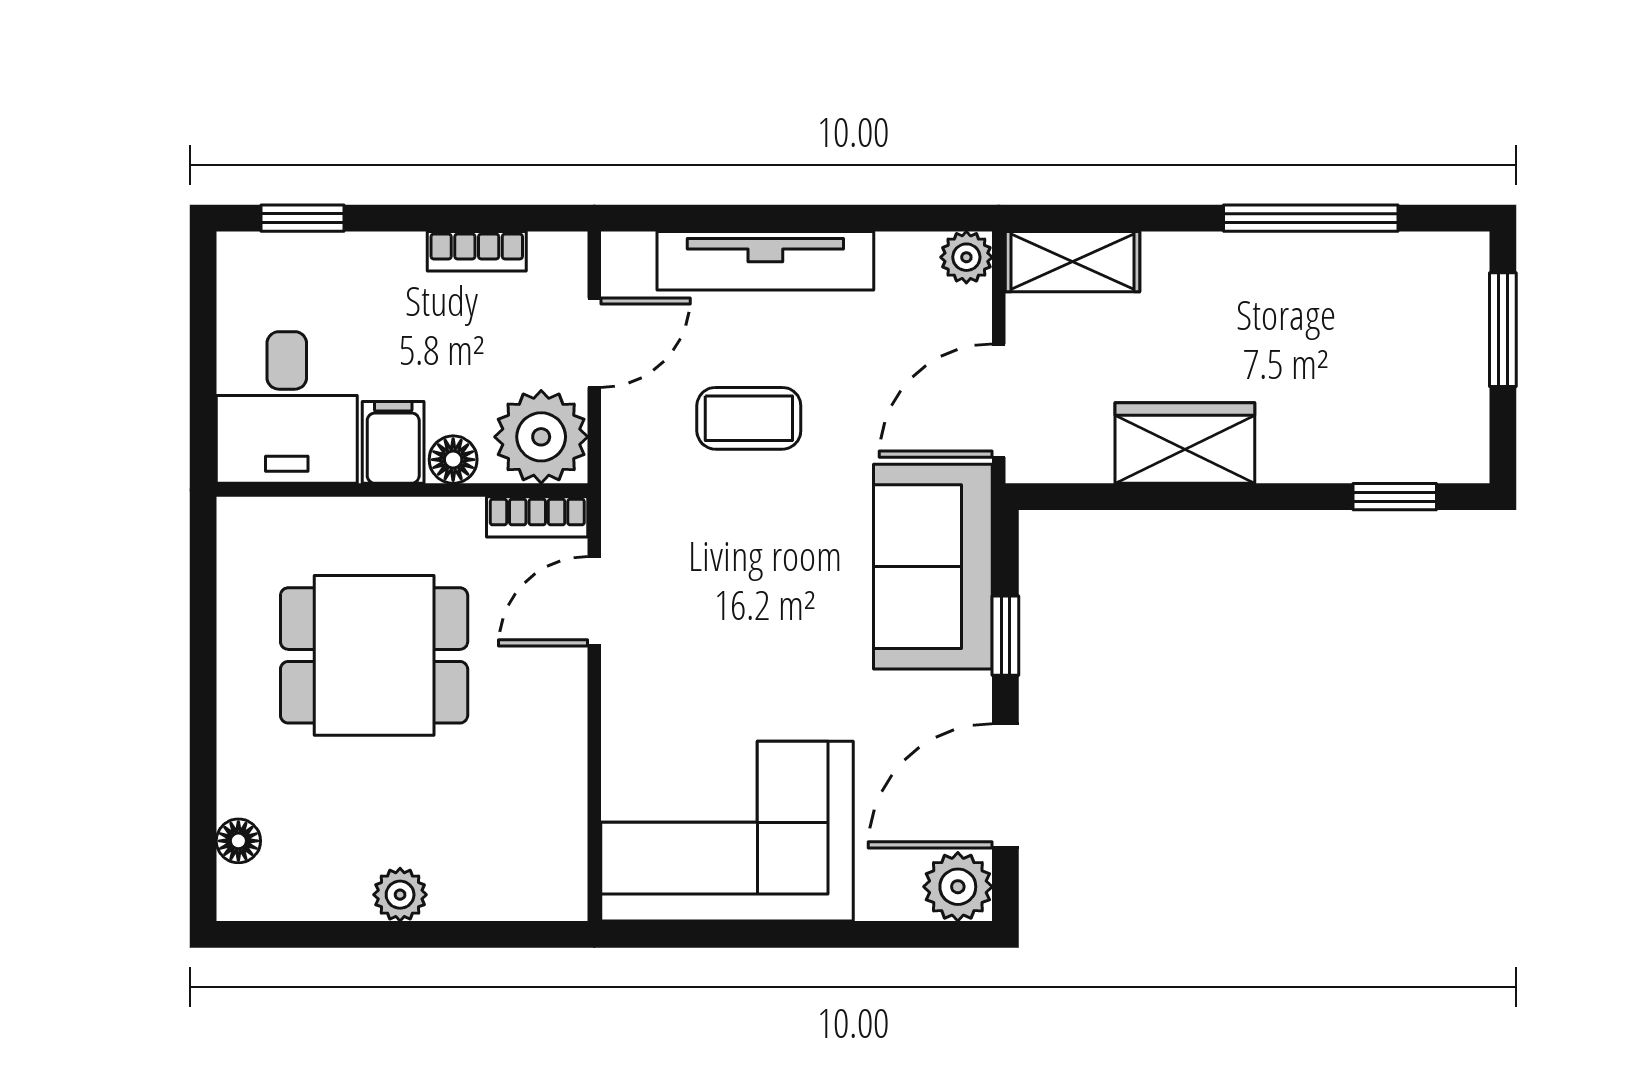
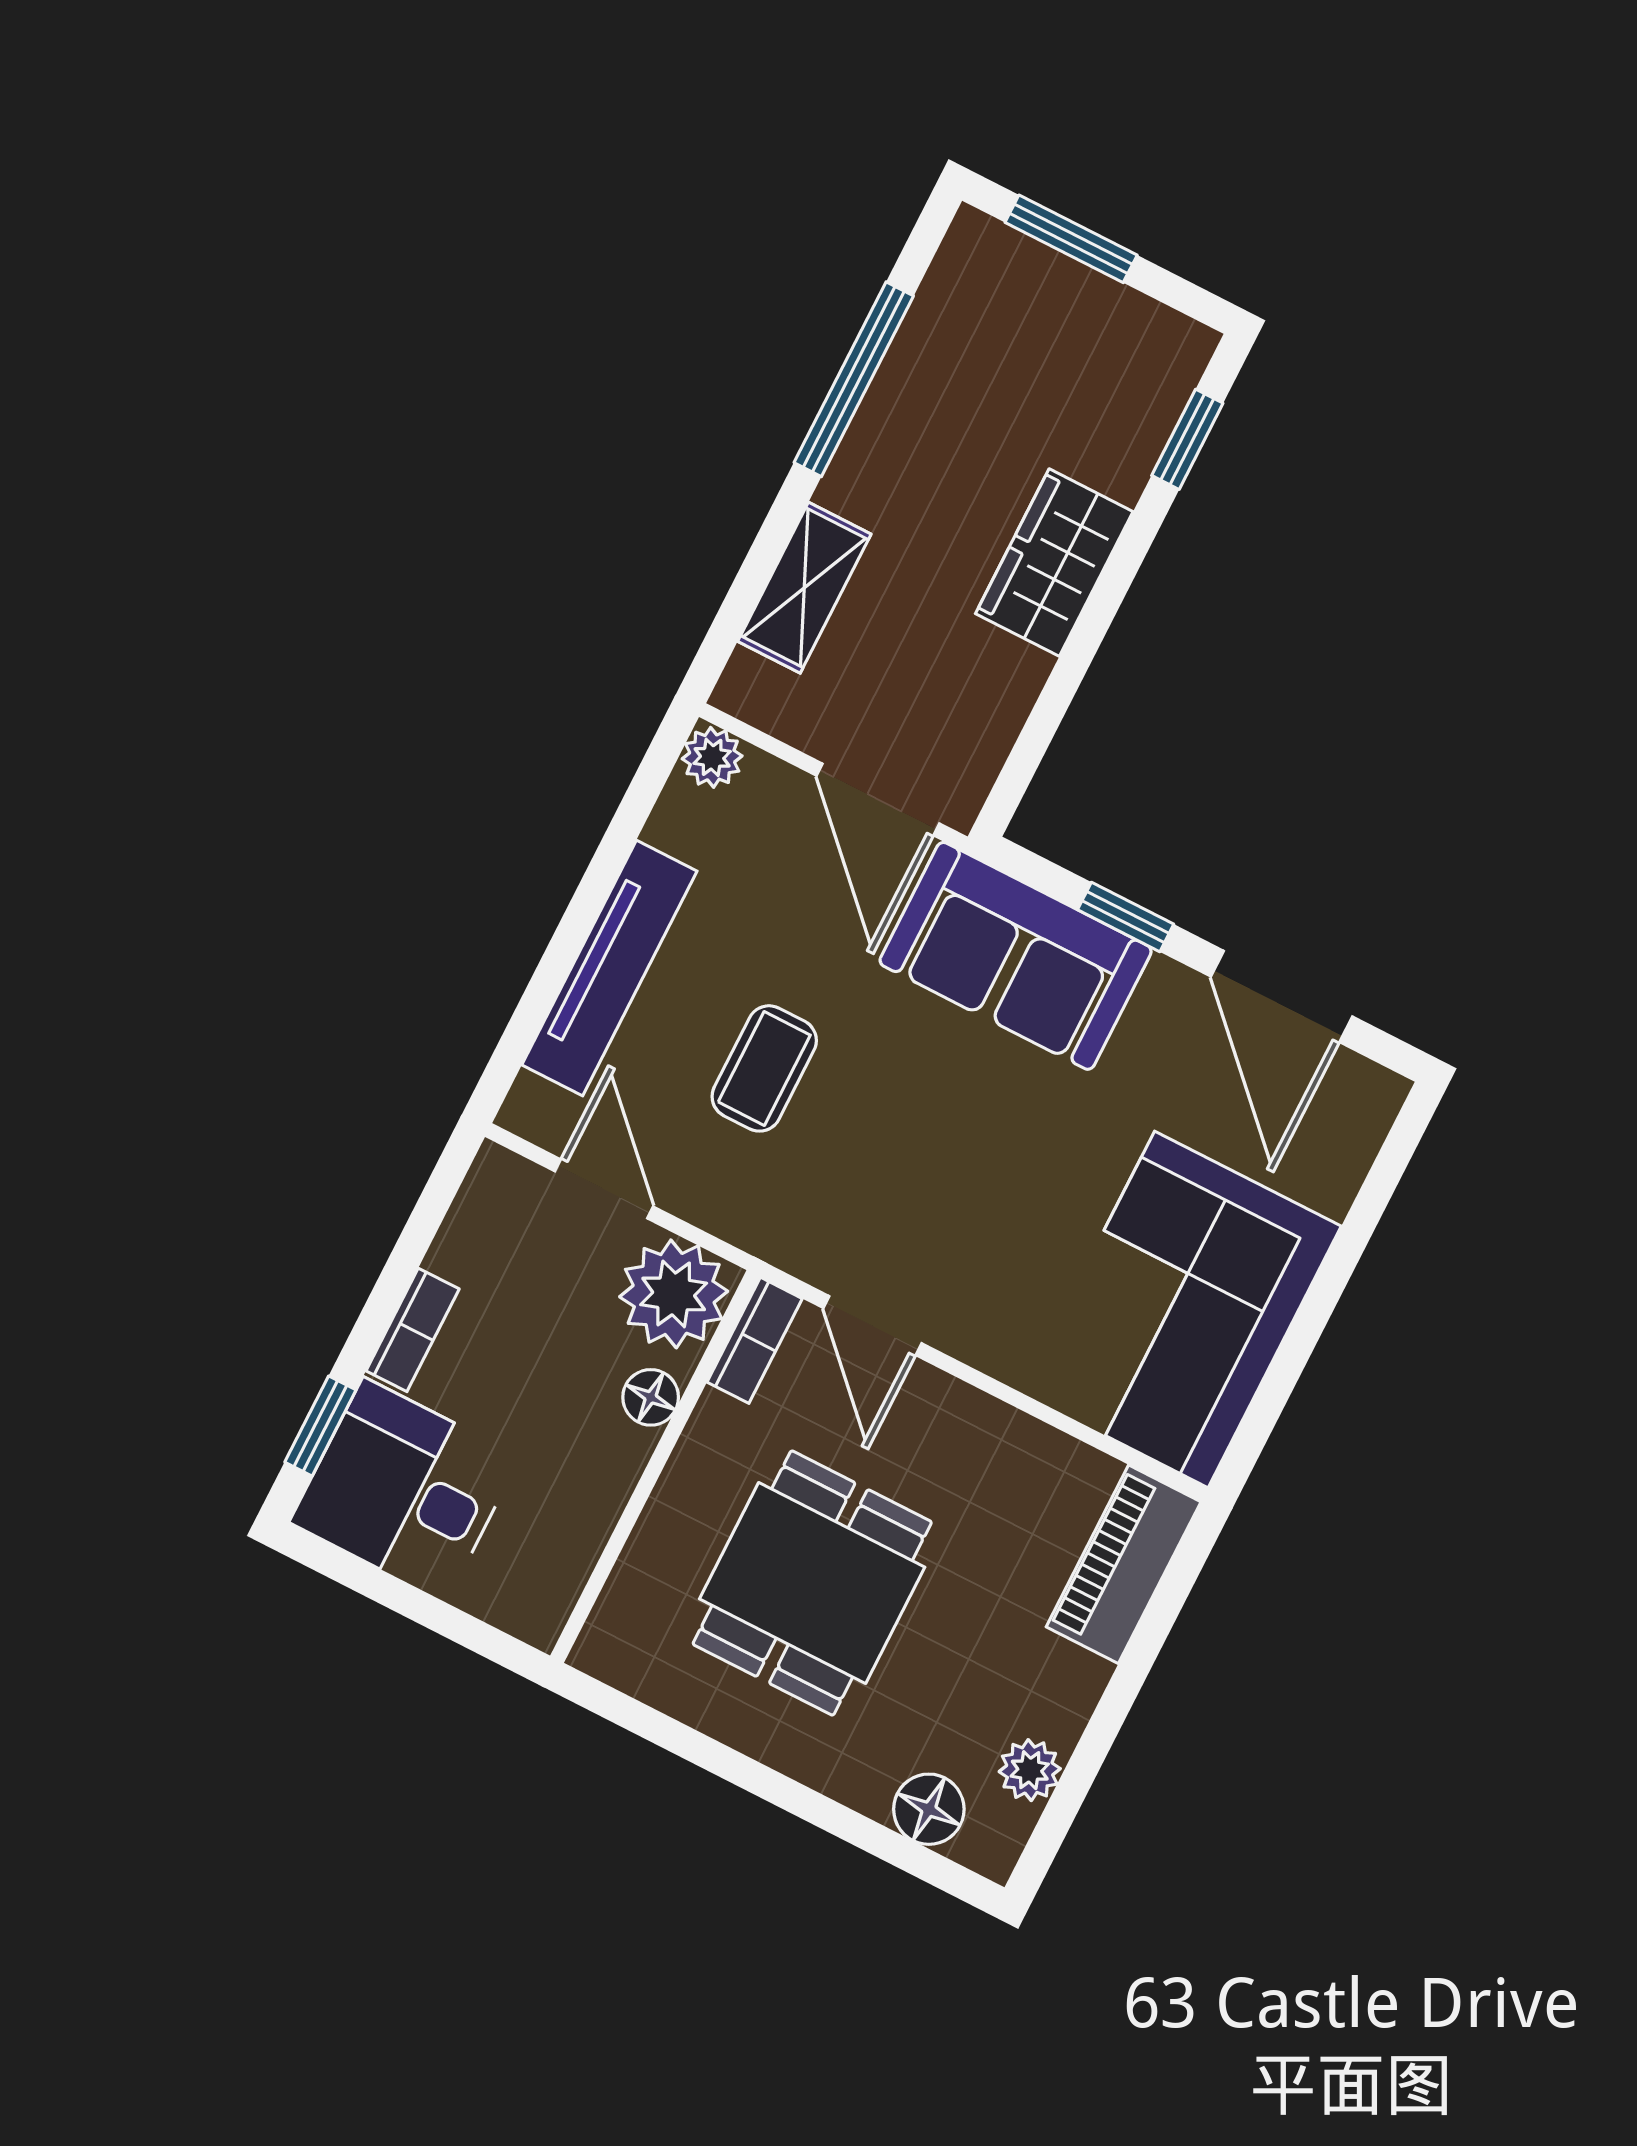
bookcase: (477, 251) -> (413, 1330), moved
shelving: (1072, 262) -> (804, 588), moved
desk: (287, 408) -> (405, 1490), moved, turned 180
filing cabinet: (393, 442) -> (601, 1450), removed
wardrobe: (1185, 443) -> (1054, 563), moved
floor lamp: (238, 841) -> (929, 1809), width x1.37, depth x1.37
piano: (510, 886) -> (1124, 1564), added
plant: (958, 887) -> (1361, 1099), removed
plant: (400, 895) -> (1030, 1770), moved

